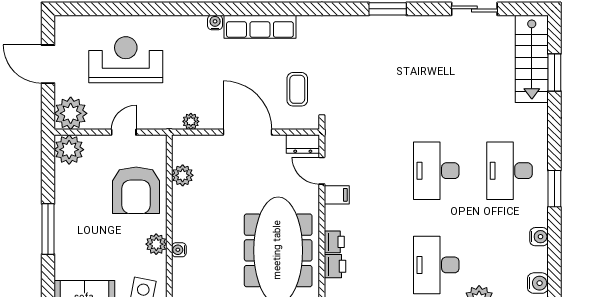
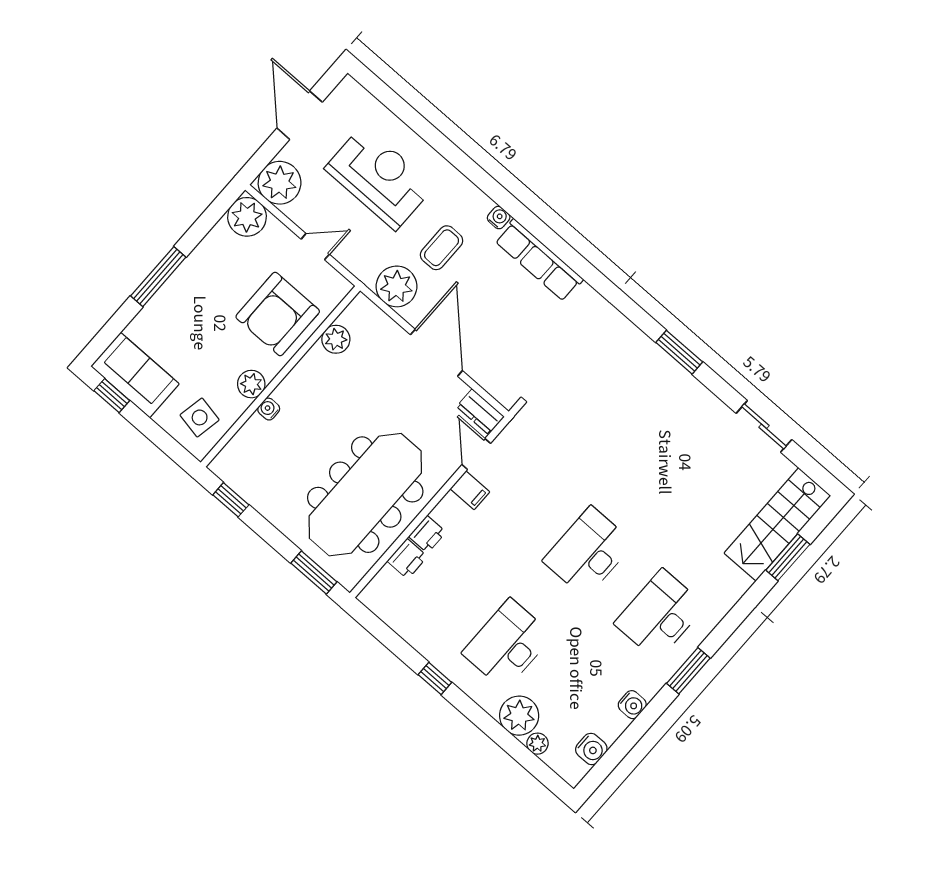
coffee table: (297, 89) -> (442, 248), moved
plant: (191, 121) -> (397, 286), width x1.87, depth x1.87

